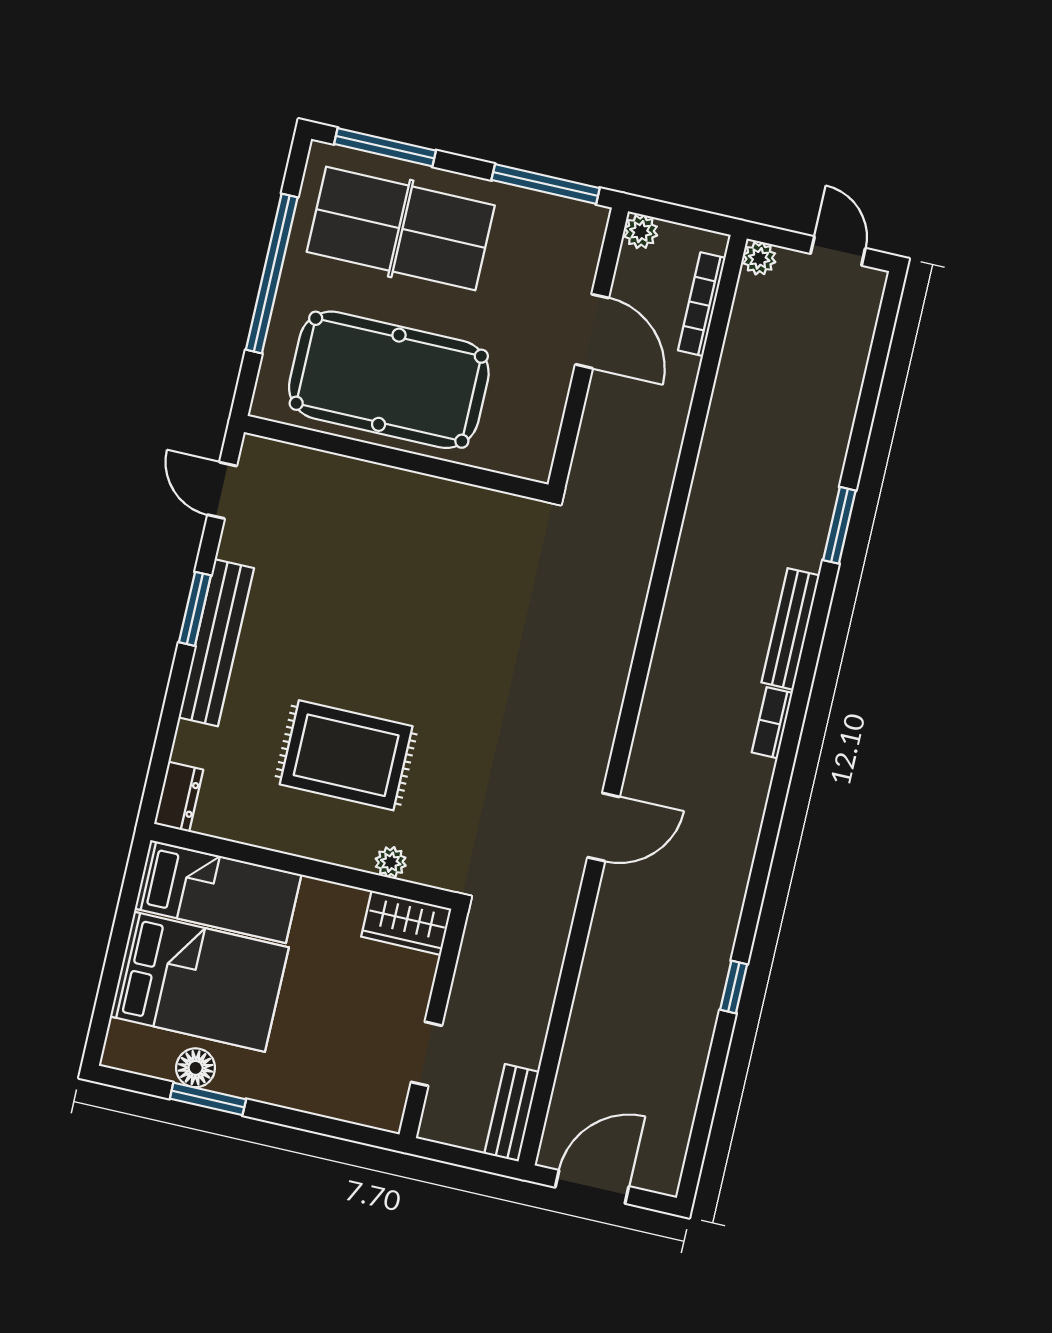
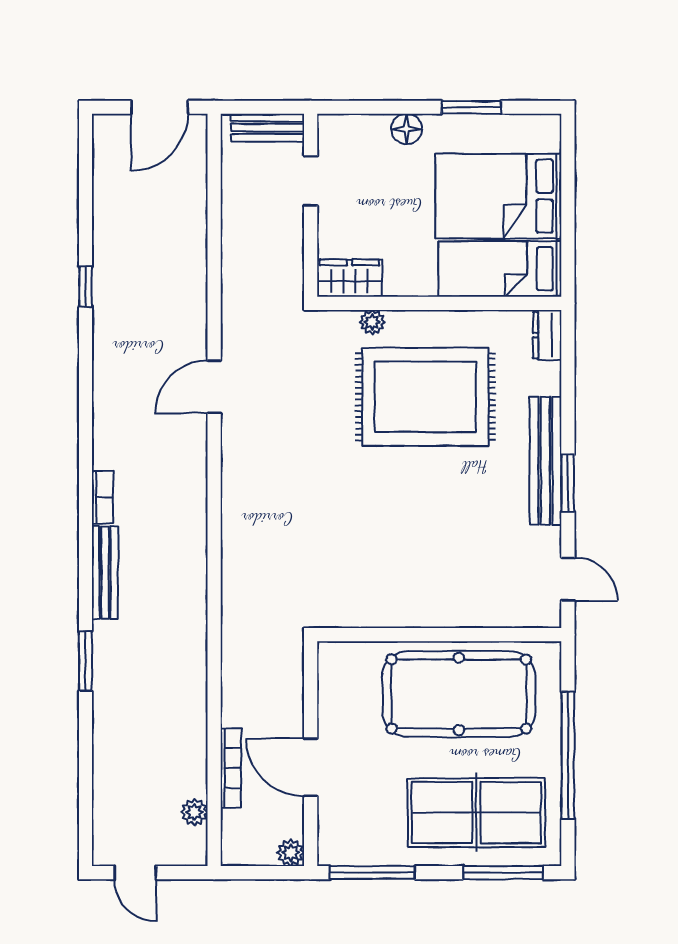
plant: (759, 258) -> (194, 812), moved
bookcase: (702, 304) -> (231, 768), moved
rug: (346, 755) -> (425, 397), width x1.37, depth x1.44
floor lamp: (196, 1068) -> (407, 129), moved
bench: (512, 1113) -> (268, 128), moved, turned 90

